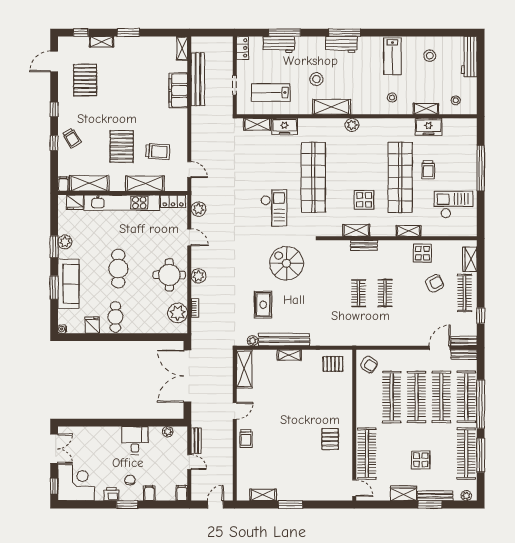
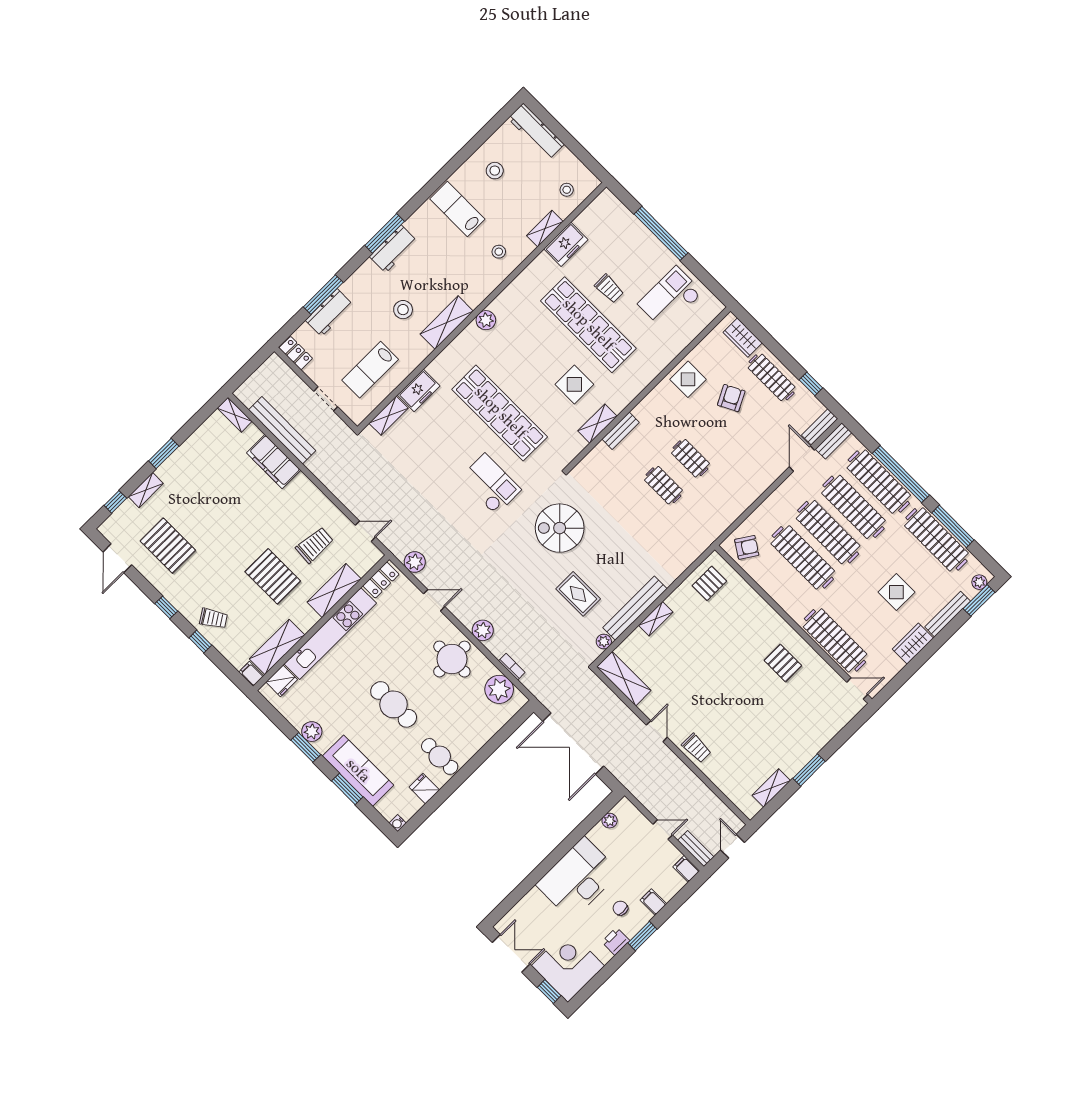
lab bench: (392, 56) -> (457, 209), turned 180
shelving: (409, 231) -> (651, 371), removed
desk: (135, 440) -> (578, 878), width x1.87, depth x1.30
bench: (196, 441) -> (696, 849), moved
window: (430, 504) -> (979, 600), moved

